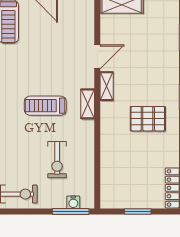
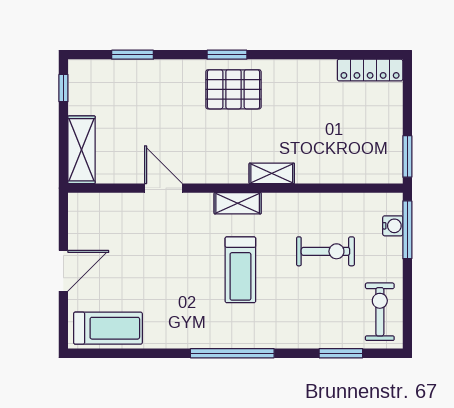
shelving: (107, 86) -> (272, 173), moved
pallet: (148, 119) -> (233, 89), moved, turned 90
window: (138, 212) -> (407, 156), moved

